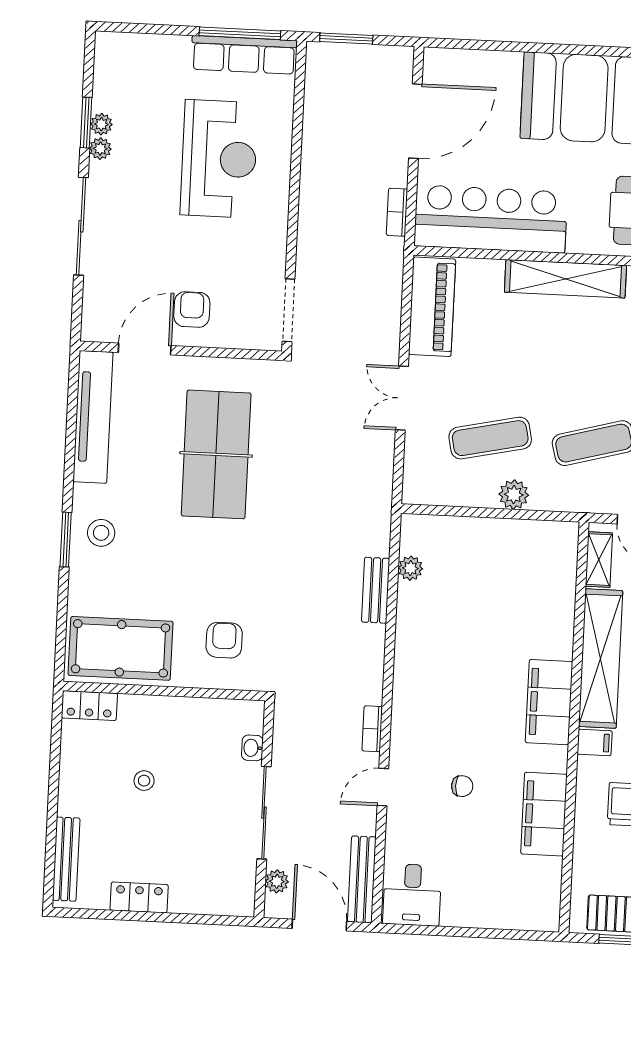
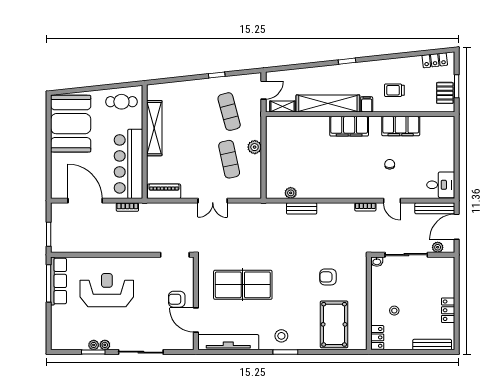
piano: (432, 307) -> (164, 191), width x0.73, depth x0.75
wall: (164, 691) -> (369, 303), moved
locker: (89, 706) -> (377, 337), moved

